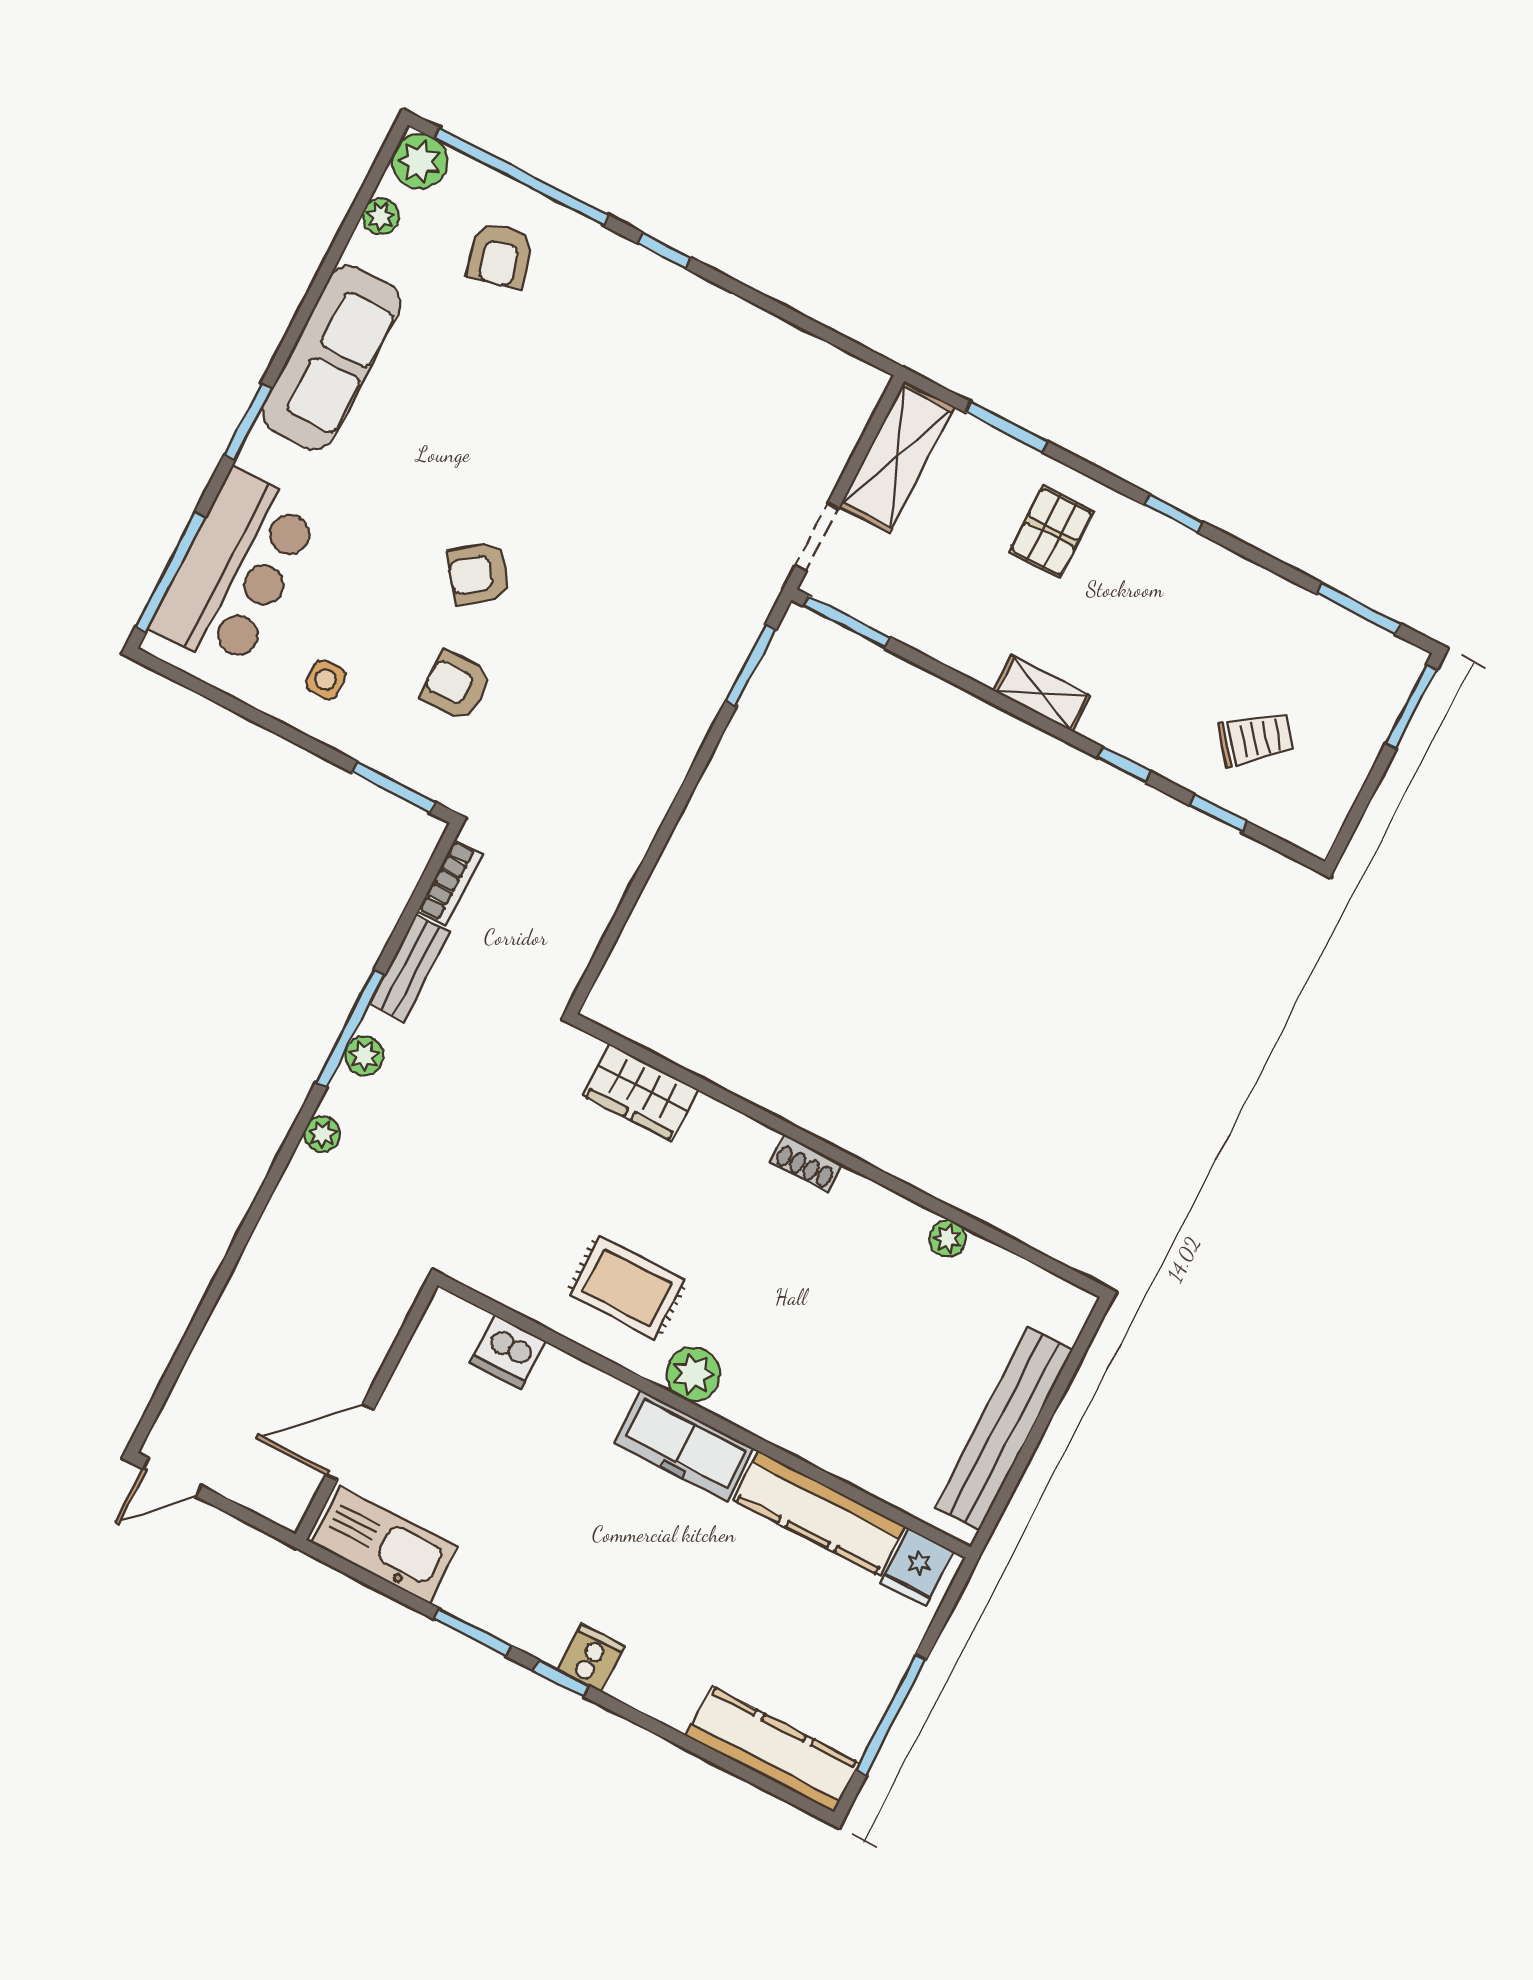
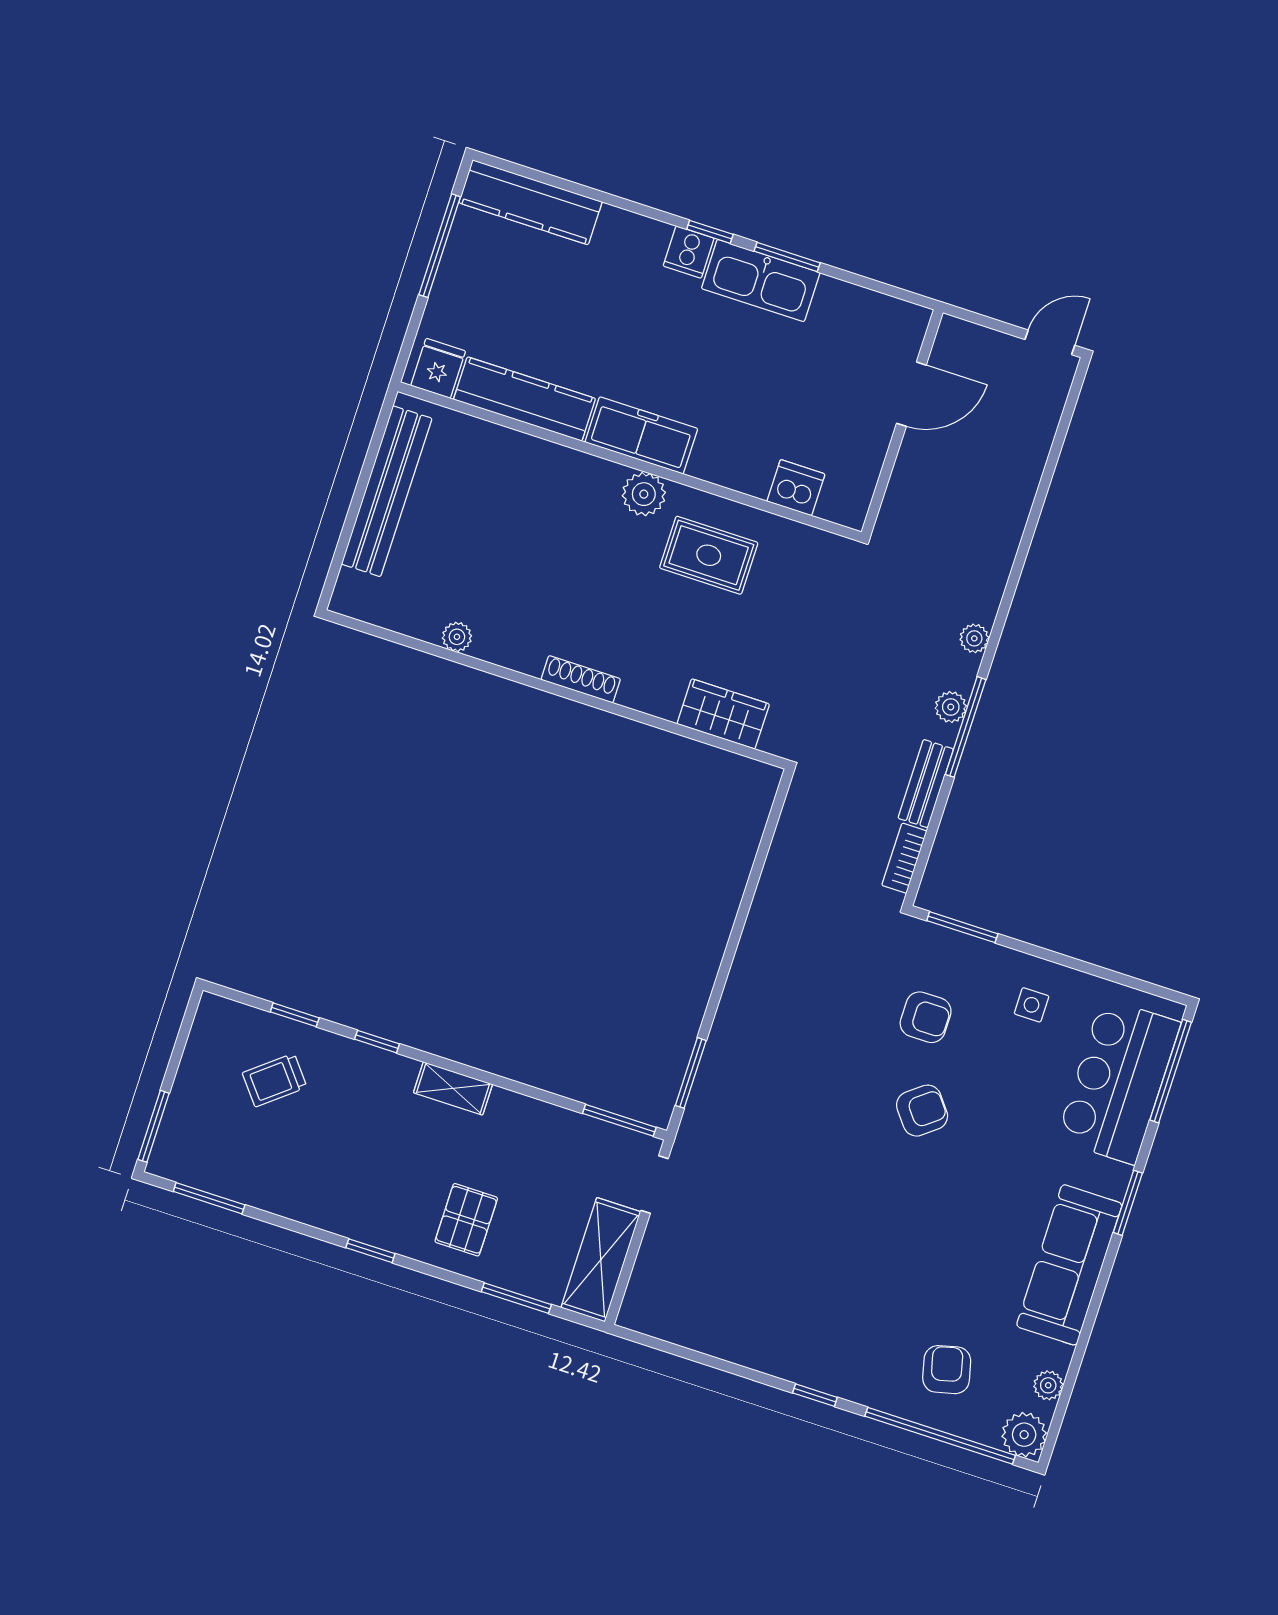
shoe rack: (806, 1163) -> (581, 679), width x1.43
kitchen sink: (385, 1545) -> (761, 281), moved

